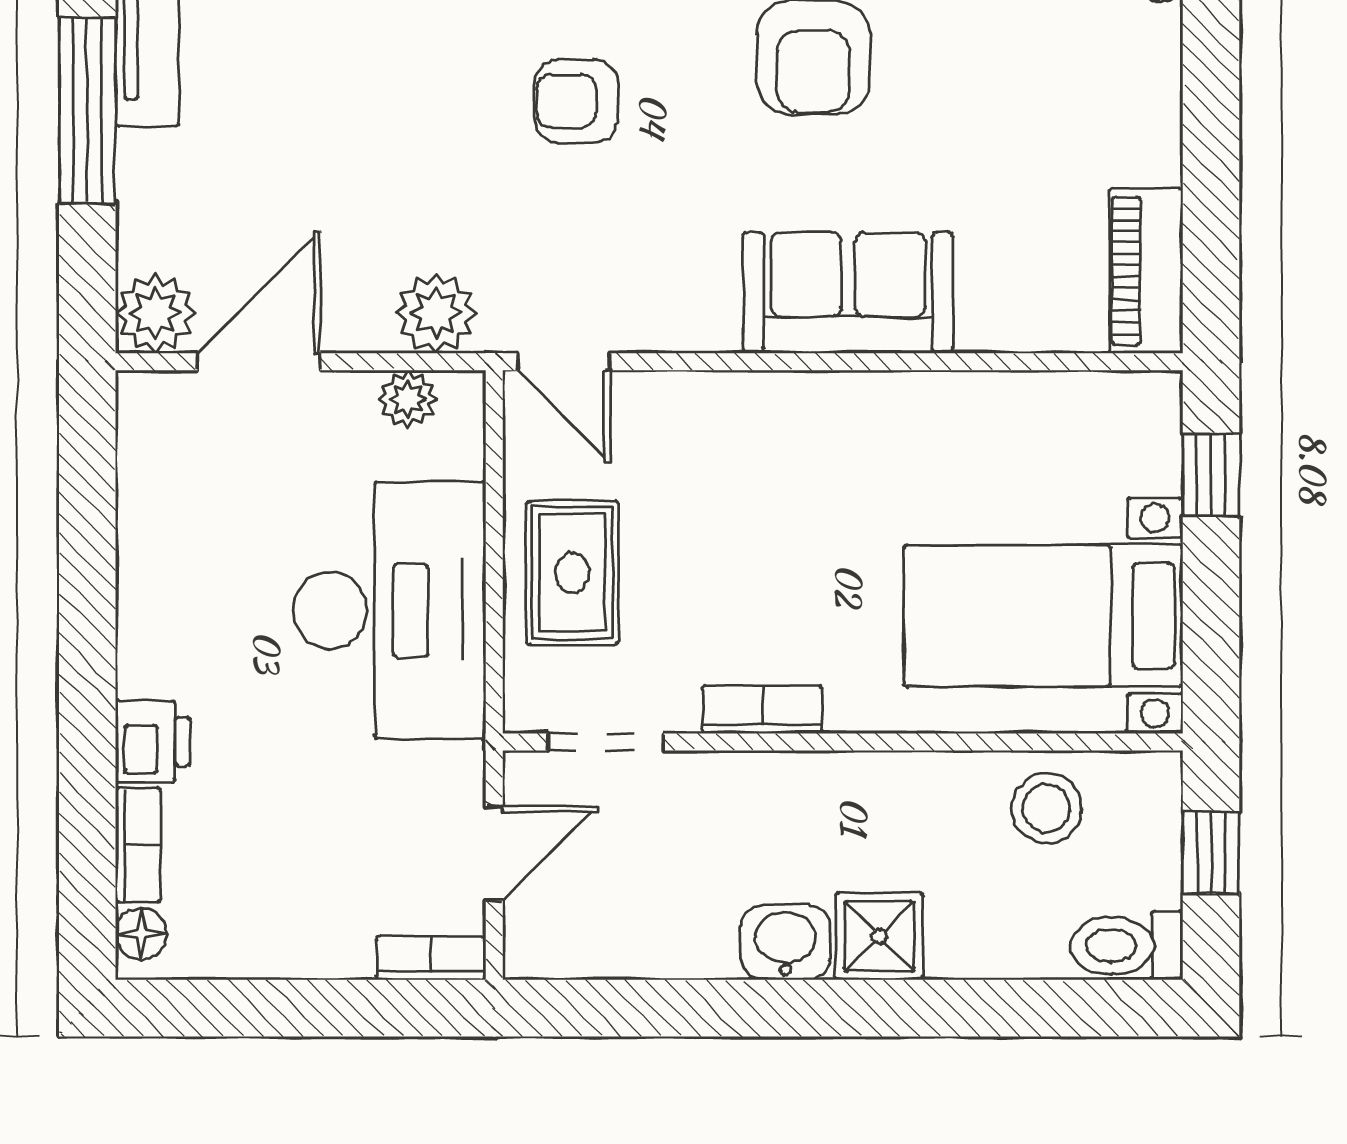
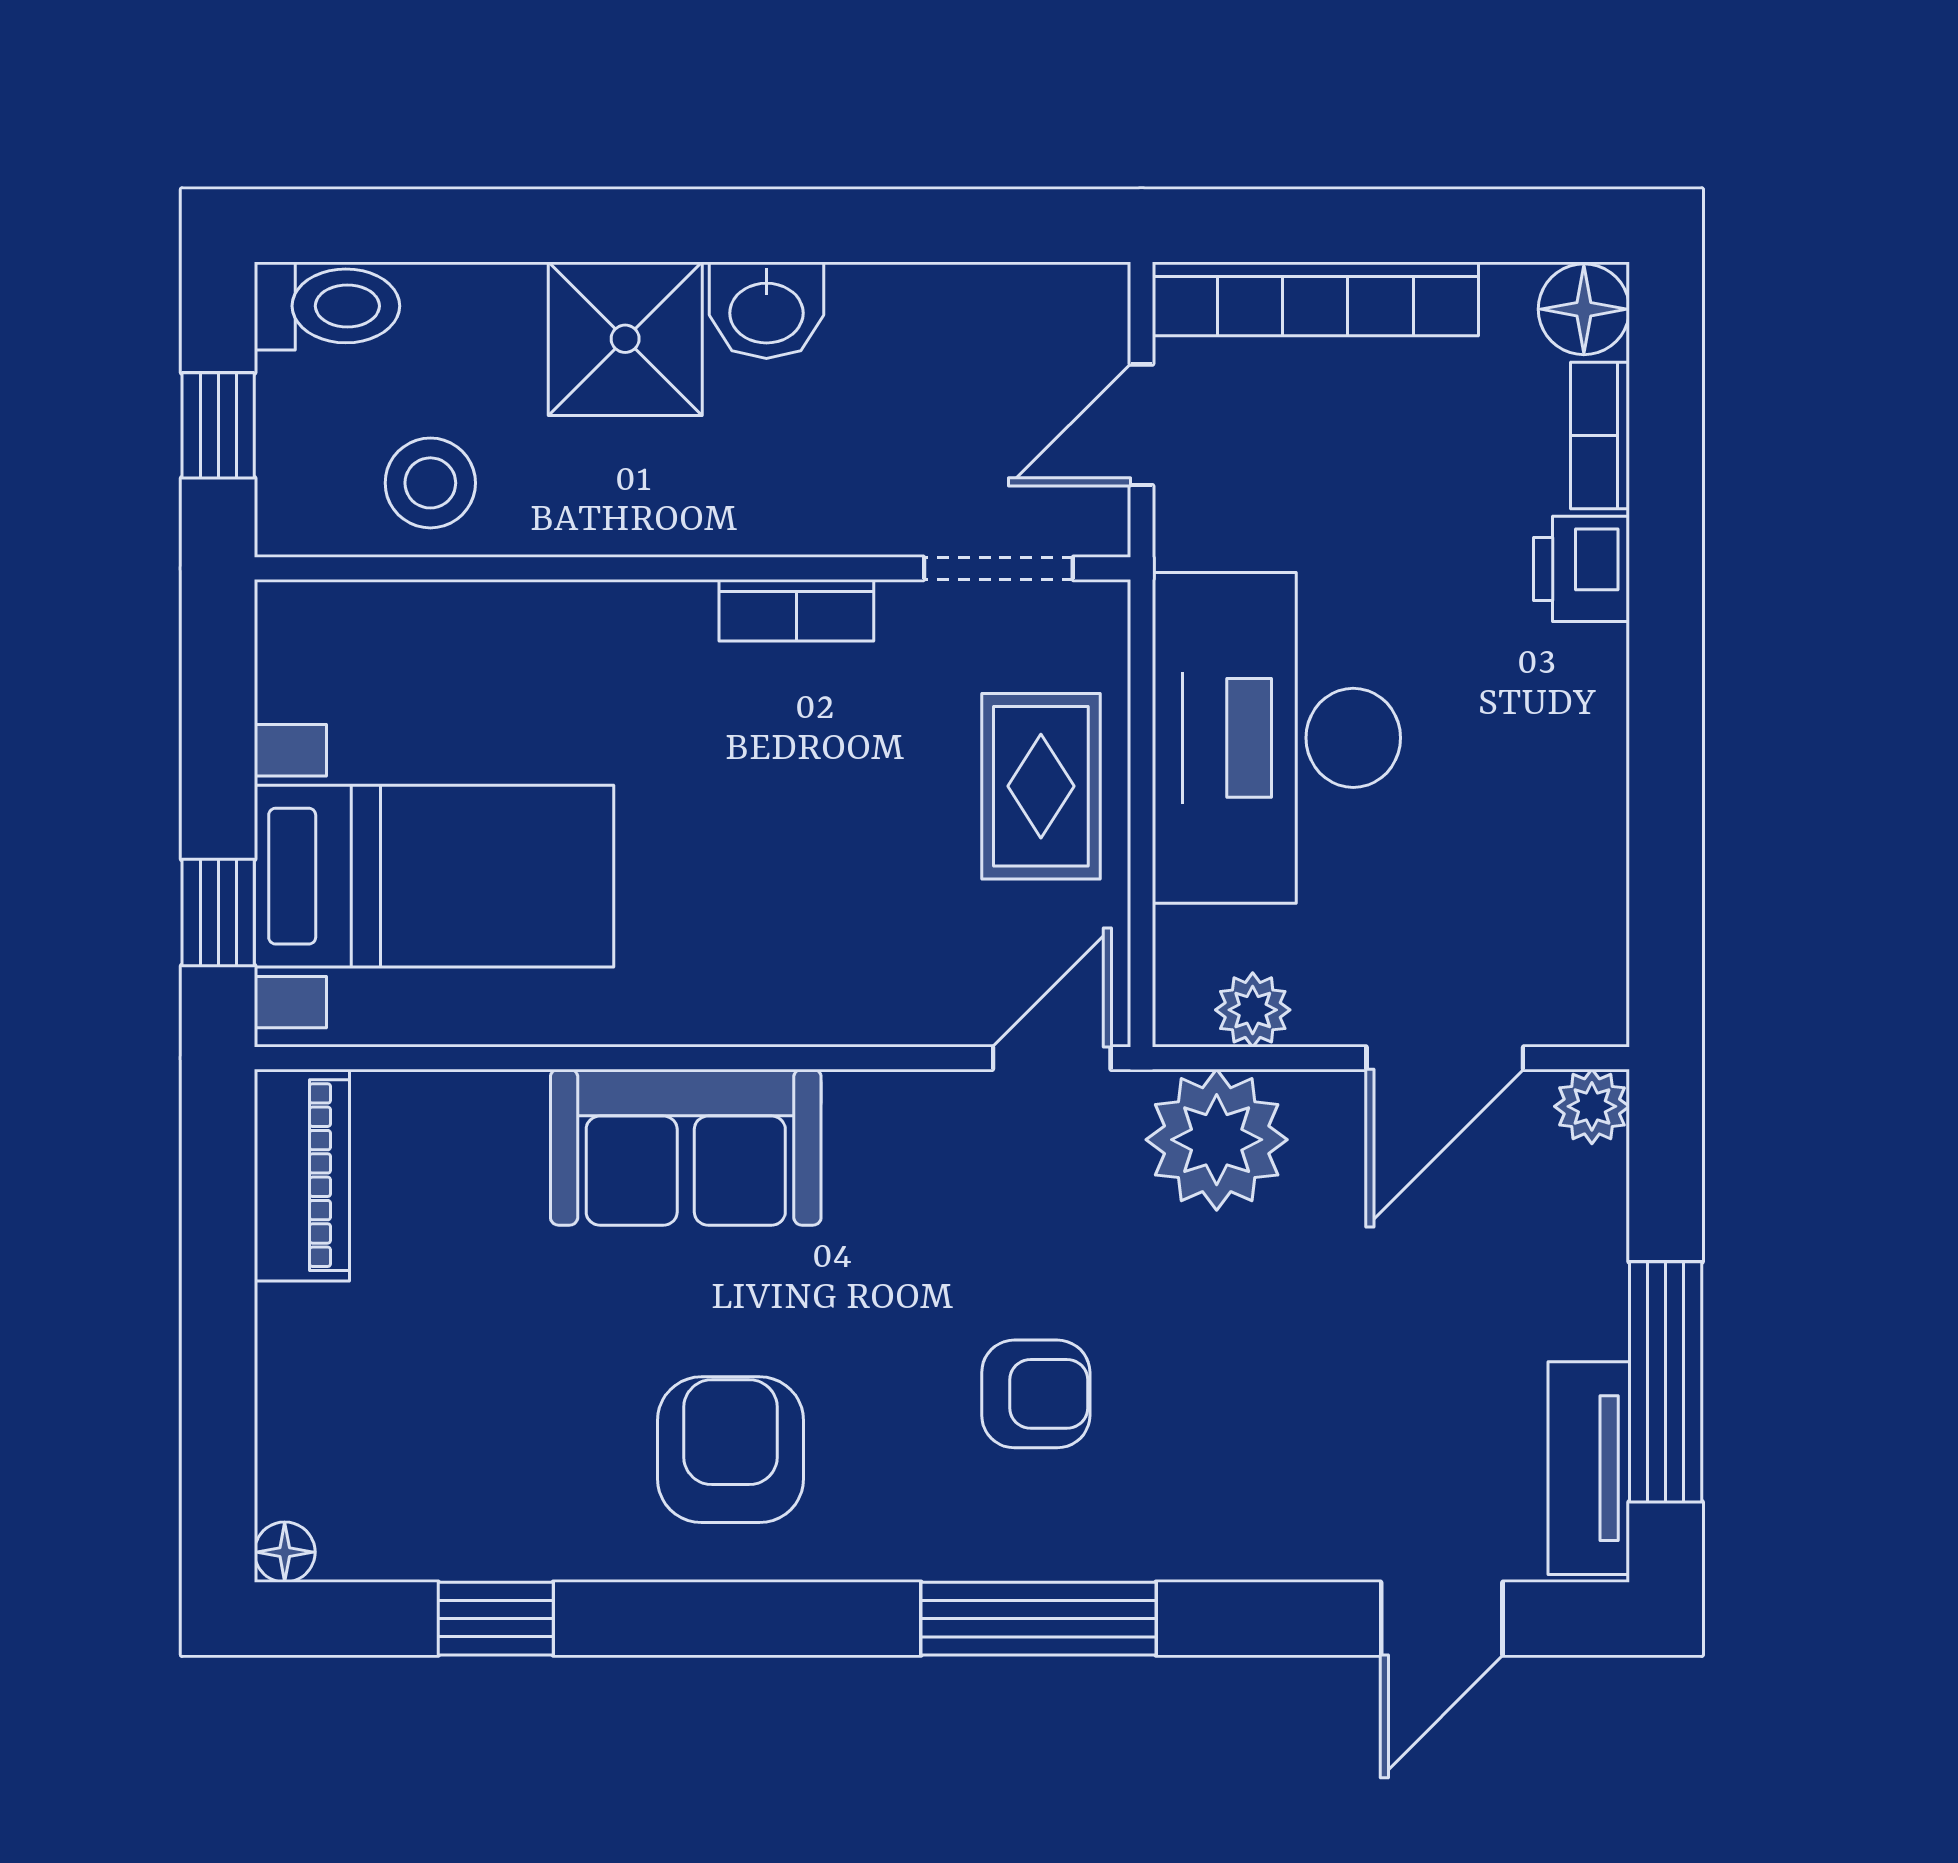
plant: (155, 313) -> (1592, 1106), width x0.73, depth x0.73
plant: (436, 313) -> (1217, 1140), width x1.36, depth x1.36
door: (564, 362) -> (1052, 1058), hinge flipped
bed with nightstands: (1043, 616) -> (434, 876), moved
floor lamp: (141, 934) -> (1584, 309), width x1.37, depth x1.37
shower: (879, 936) -> (625, 339), width x1.36, depth x1.36
bookcase: (431, 958) -> (1315, 299), width x2.31, depth x1.31

